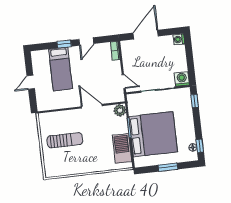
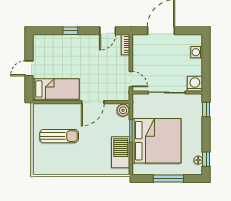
washing machine: (179, 39) -> (197, 52), moved
door: (86, 41) -> (108, 31), moved
bed: (60, 69) -> (56, 89), moved, turned -90
door: (92, 106) -> (93, 102), swing flipped
window: (168, 167) -> (168, 179), width x1.44

